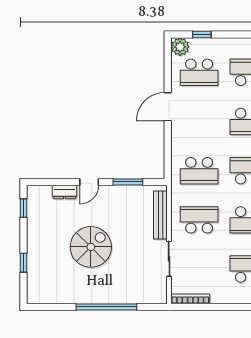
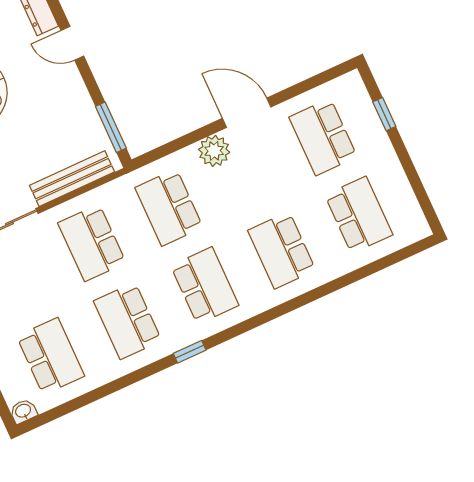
plant: (180, 47) -> (214, 151), moved
window: (128, 182) -> (111, 127), moved
school desk: (199, 220) -> (92, 243), turned 180

